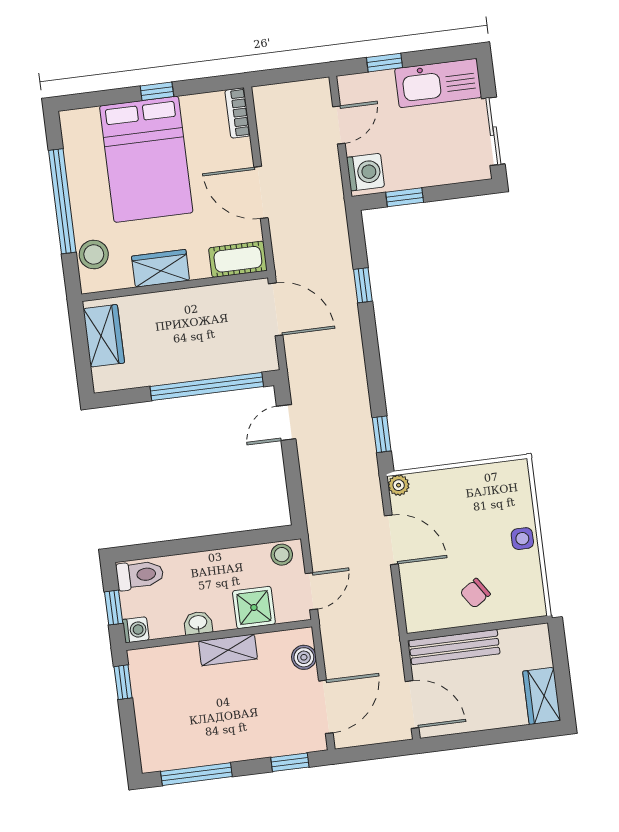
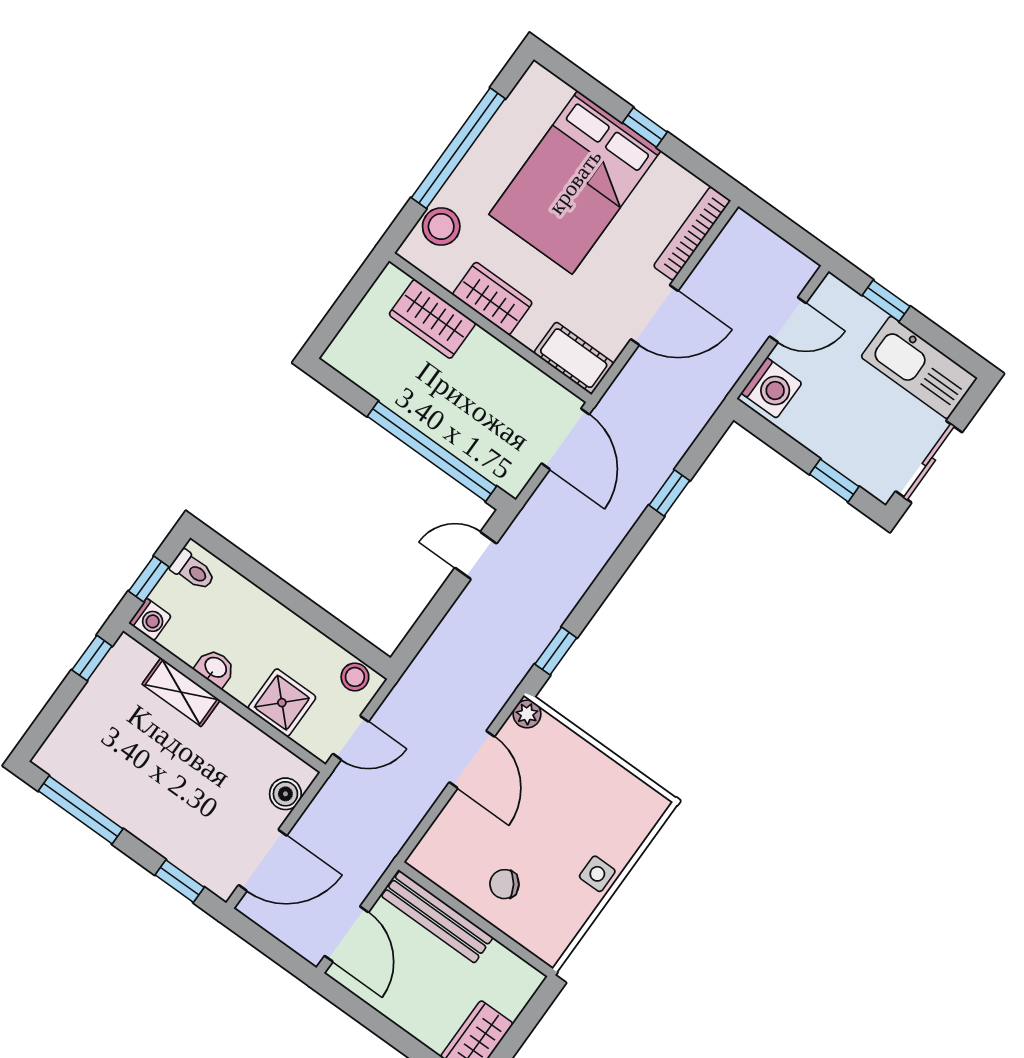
bookcase: (238, 113) -> (692, 233), width x1.56
door: (261, 192) -> (654, 315), swing flipped
window: (405, 197) -> (834, 480), moved
wardrobe: (104, 336) -> (432, 319), moved, turned 90
toilet: (140, 575) -> (193, 570), width x0.73, depth x0.72
shelving: (228, 650) -> (181, 692), moved

